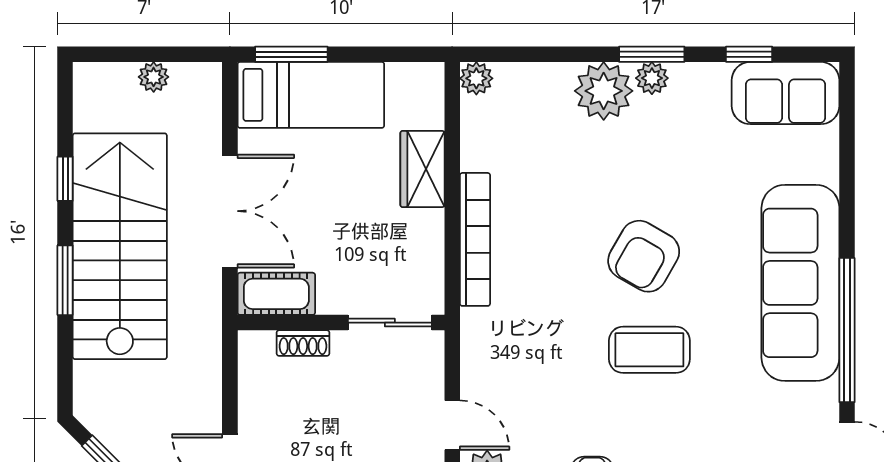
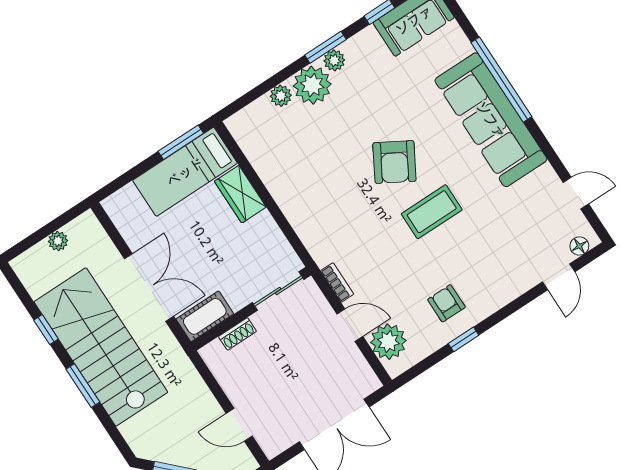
window: (291, 54) -> (181, 142), moved
plant: (476, 78) -> (281, 96), moved
bed: (311, 95) -> (185, 172), moved, turned 180
bookcase: (475, 239) -> (337, 282), moved, width x0.43, depth x0.76
window: (847, 330) -> (501, 80), moved

